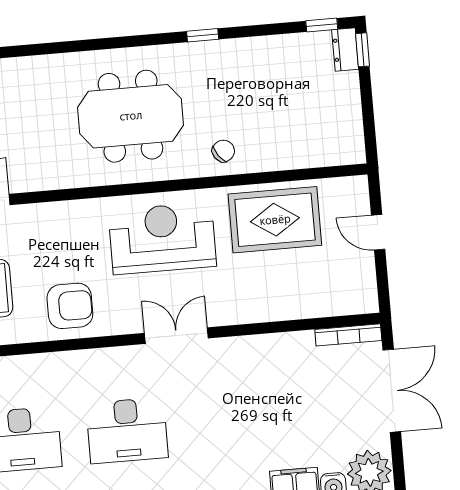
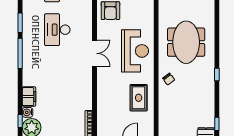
rug: (275, 220) -> (139, 98), width x0.73, depth x0.70

